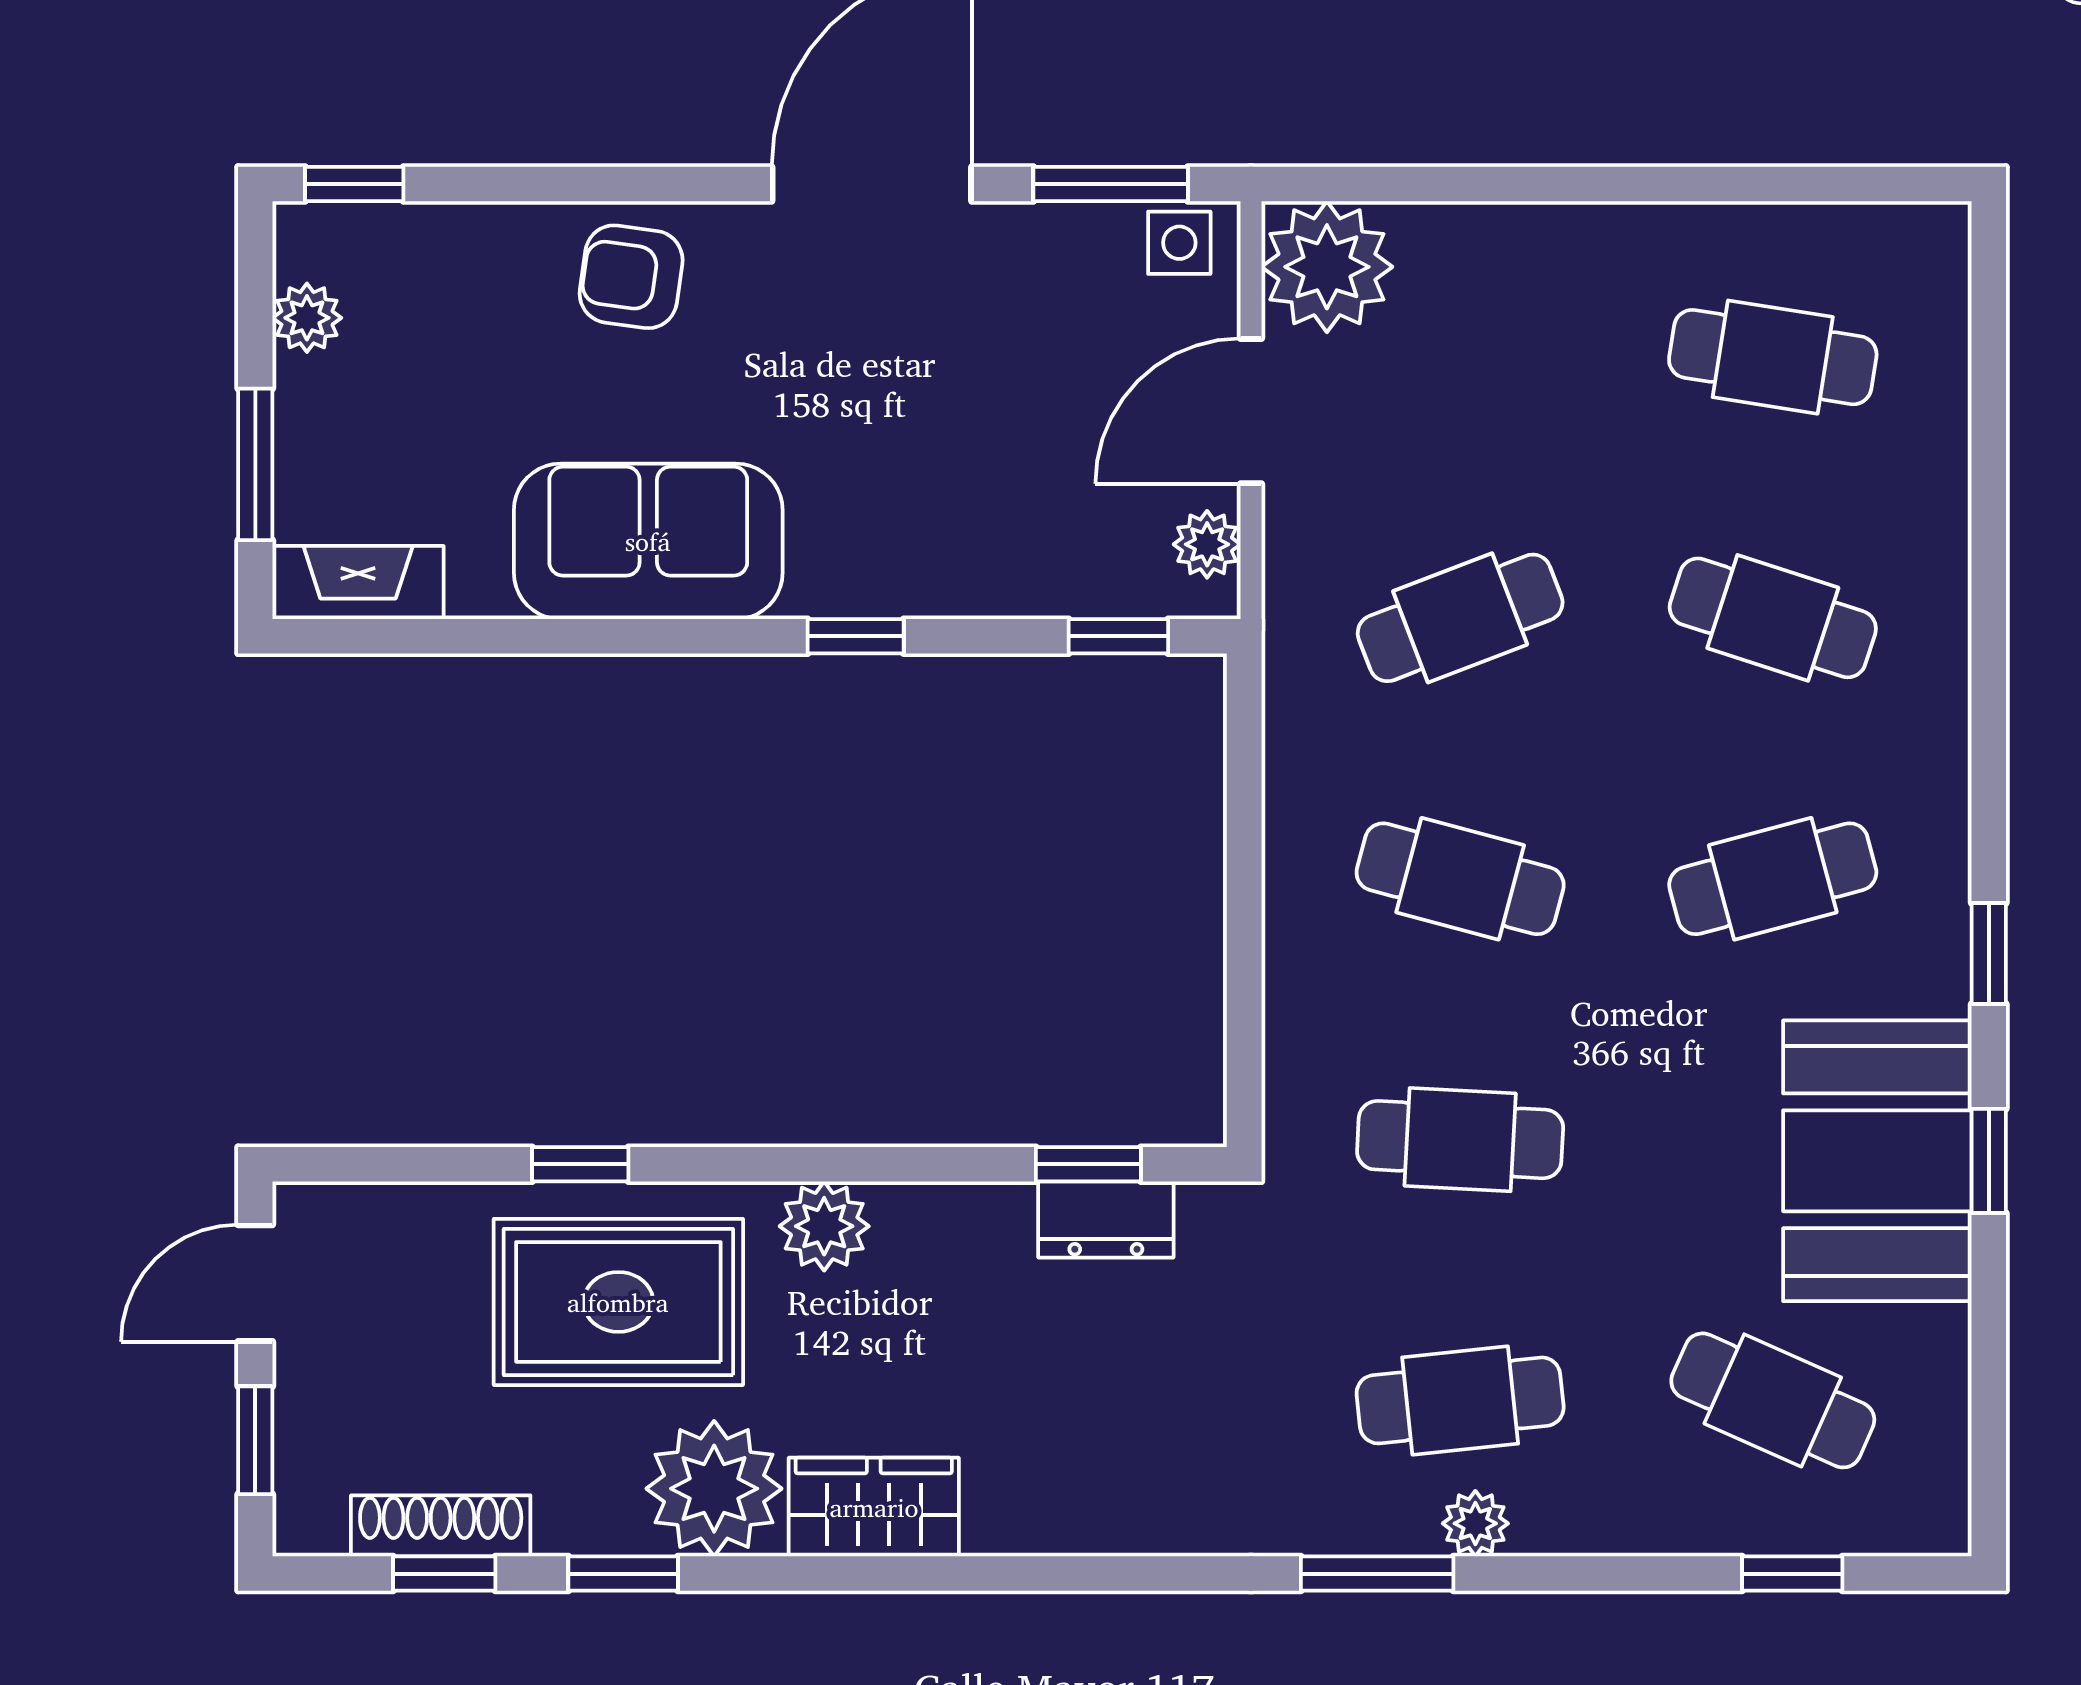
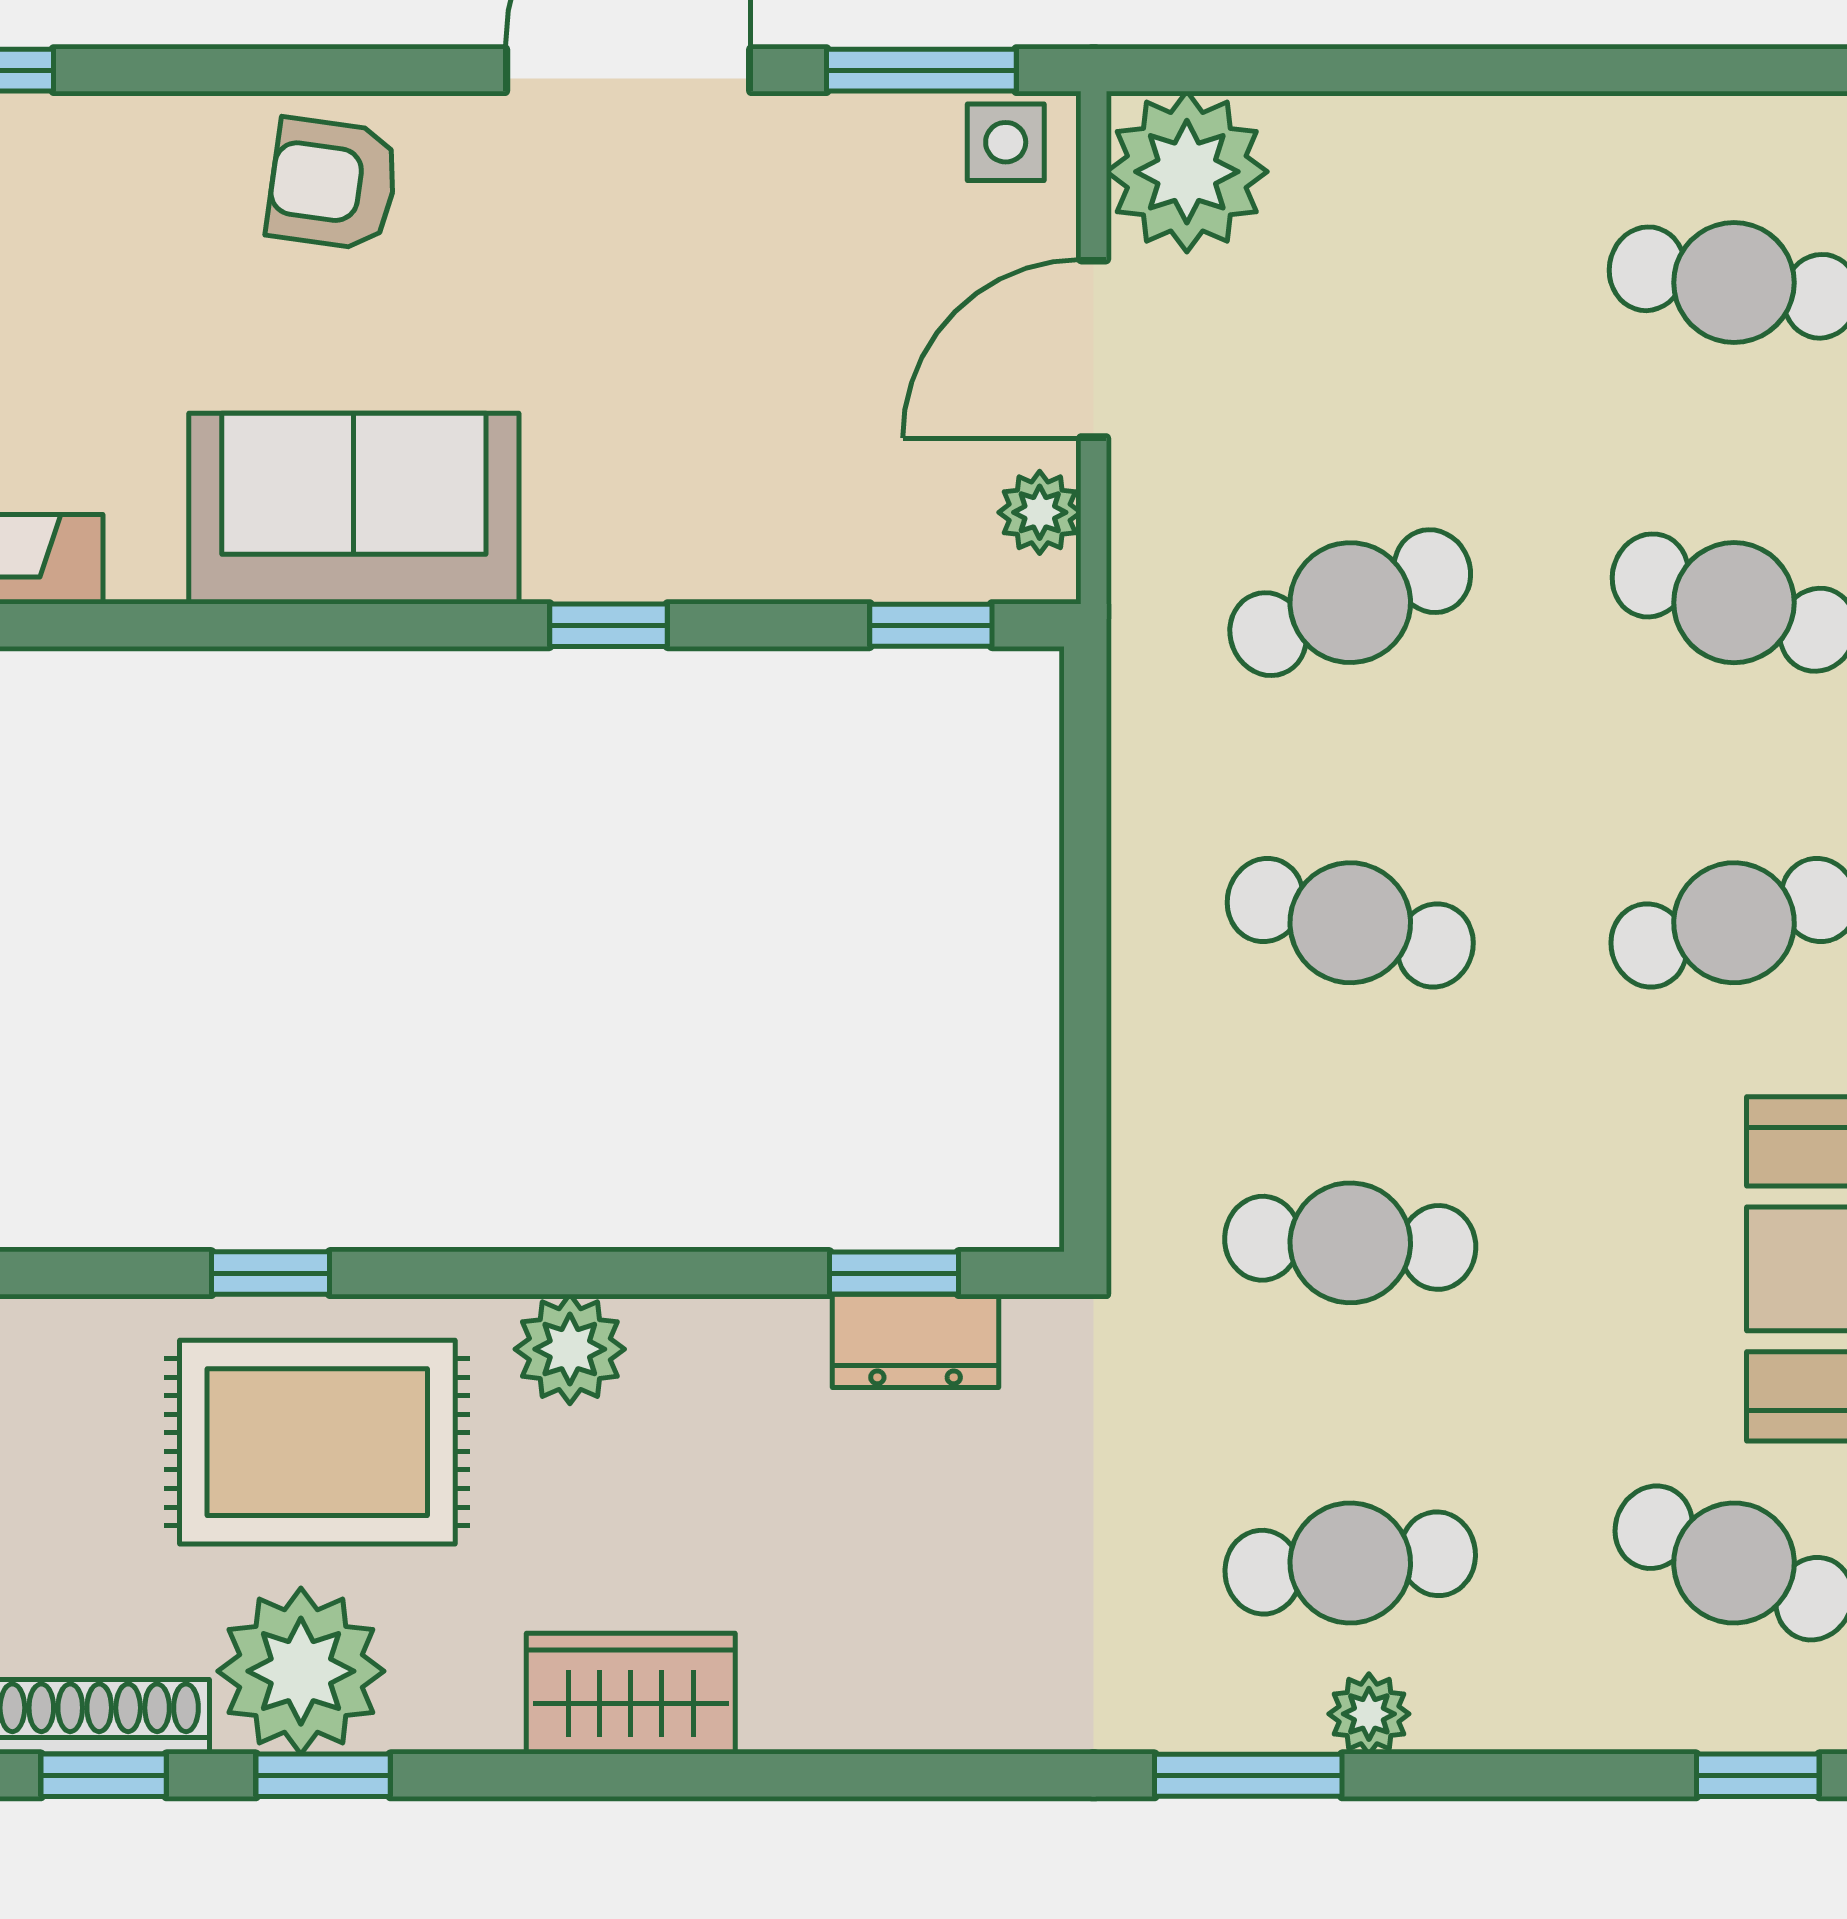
plant: (714, 1489) -> (301, 1671), moved

